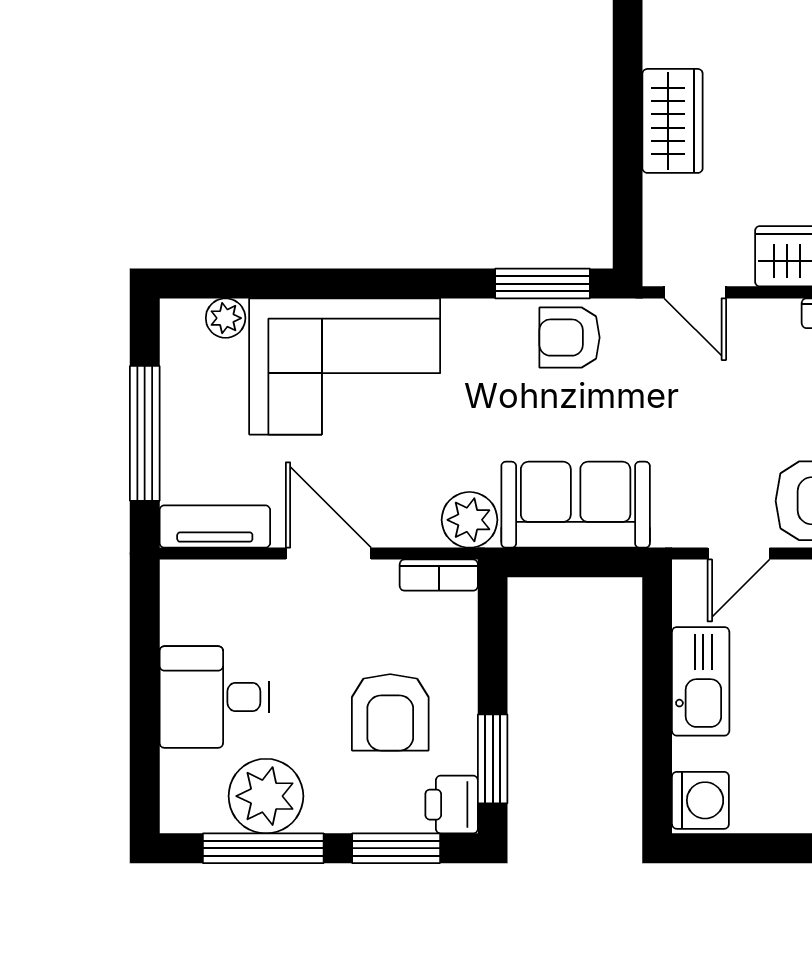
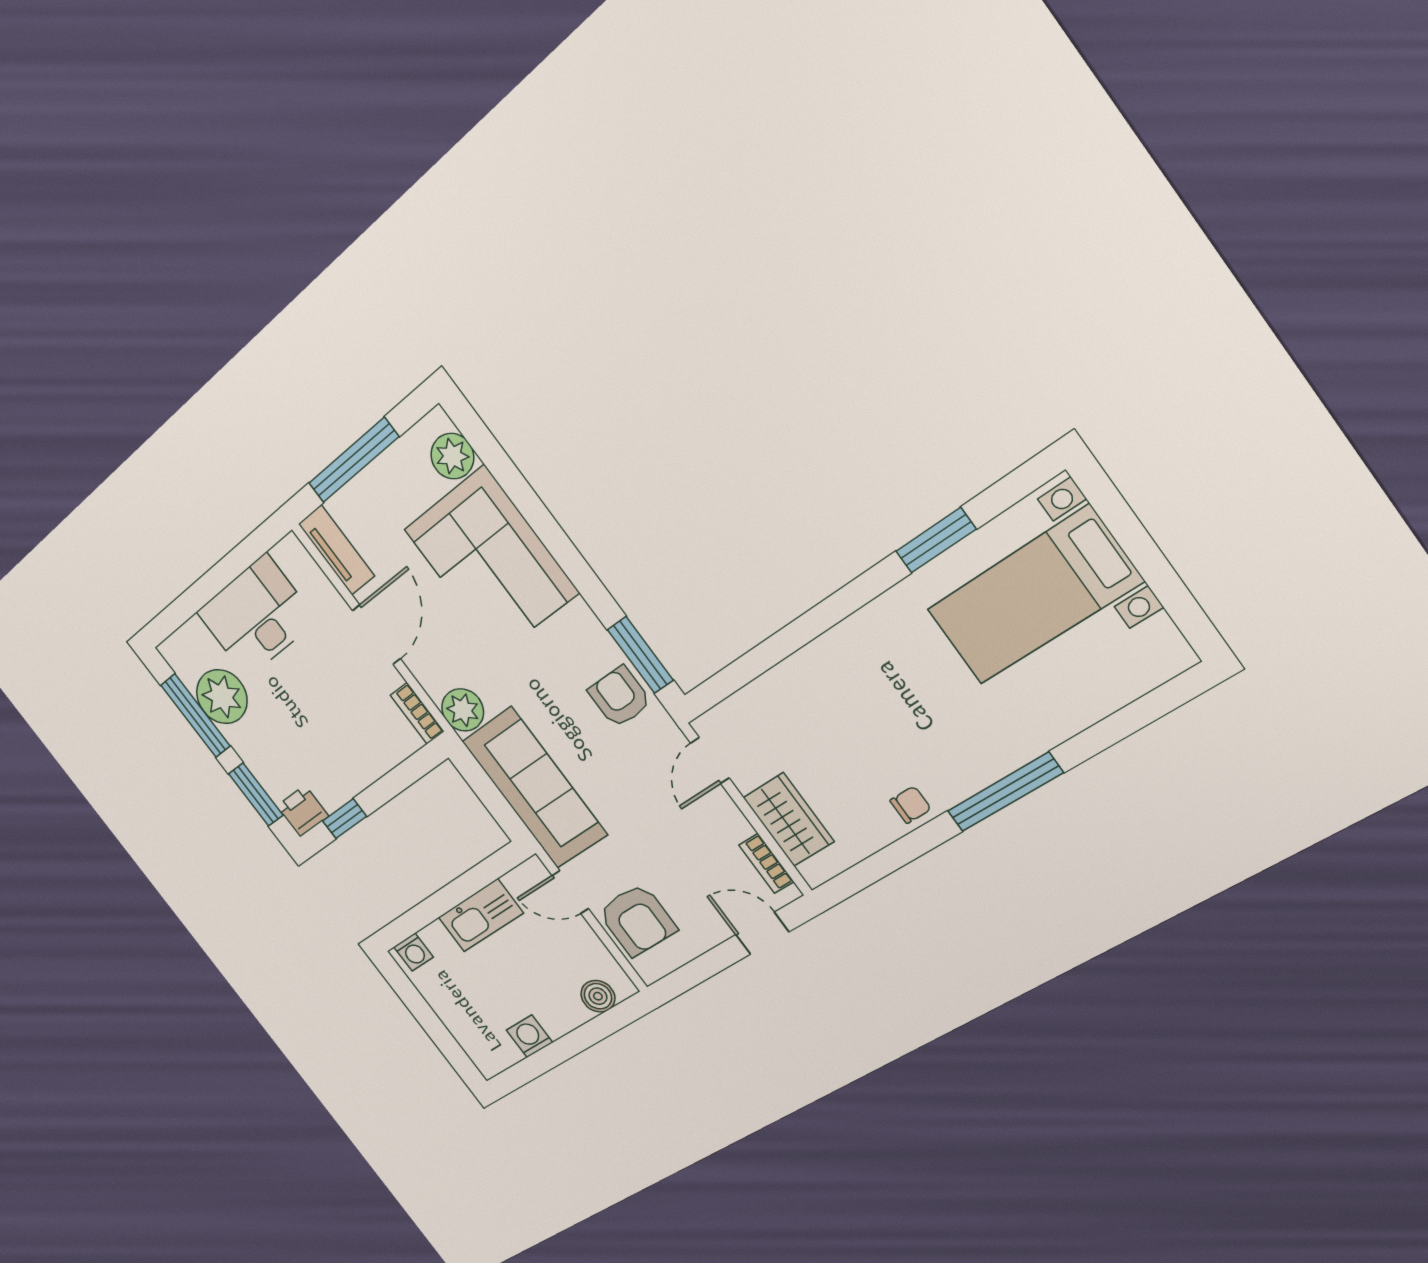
wardrobe: (673, 121) -> (814, 669), removed
plant: (226, 318) -> (452, 456), width x1.38, depth x1.38
sofa: (576, 505) -> (535, 788), width x1.36
desk: (214, 697) -> (257, 616), width x1.37
armchair: (390, 712) -> (321, 739), removed
window: (493, 759) -> (344, 819), width x0.67
washing machine: (700, 800) -> (414, 952), width x0.73, depth x0.73

